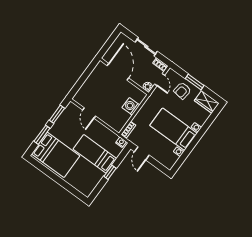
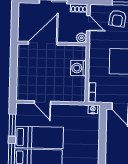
door: (118, 72) -> (43, 43), hinge flipped
bed: (95, 154) -> (39, 137), moved, turned 180
window: (110, 172) -> (102, 146), removed

